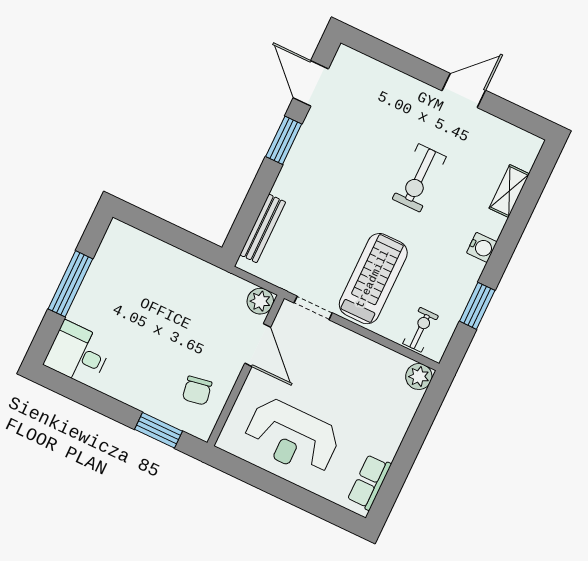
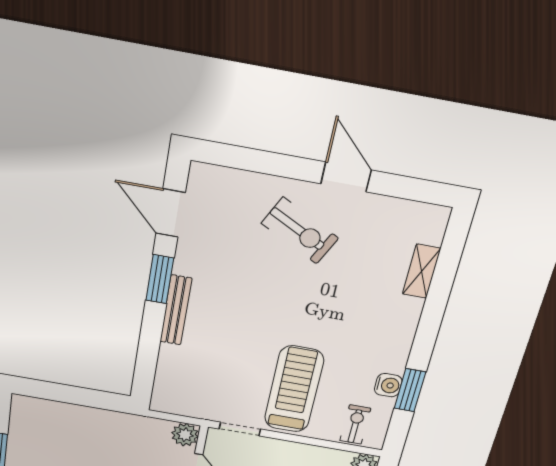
door: (464, 90) -> (346, 177), hinge flipped
exercise bike: (419, 178) -> (300, 231), moved, turned -63
bench: (263, 228) -> (176, 310), moved
water cooler: (482, 247) -> (388, 385), moved

